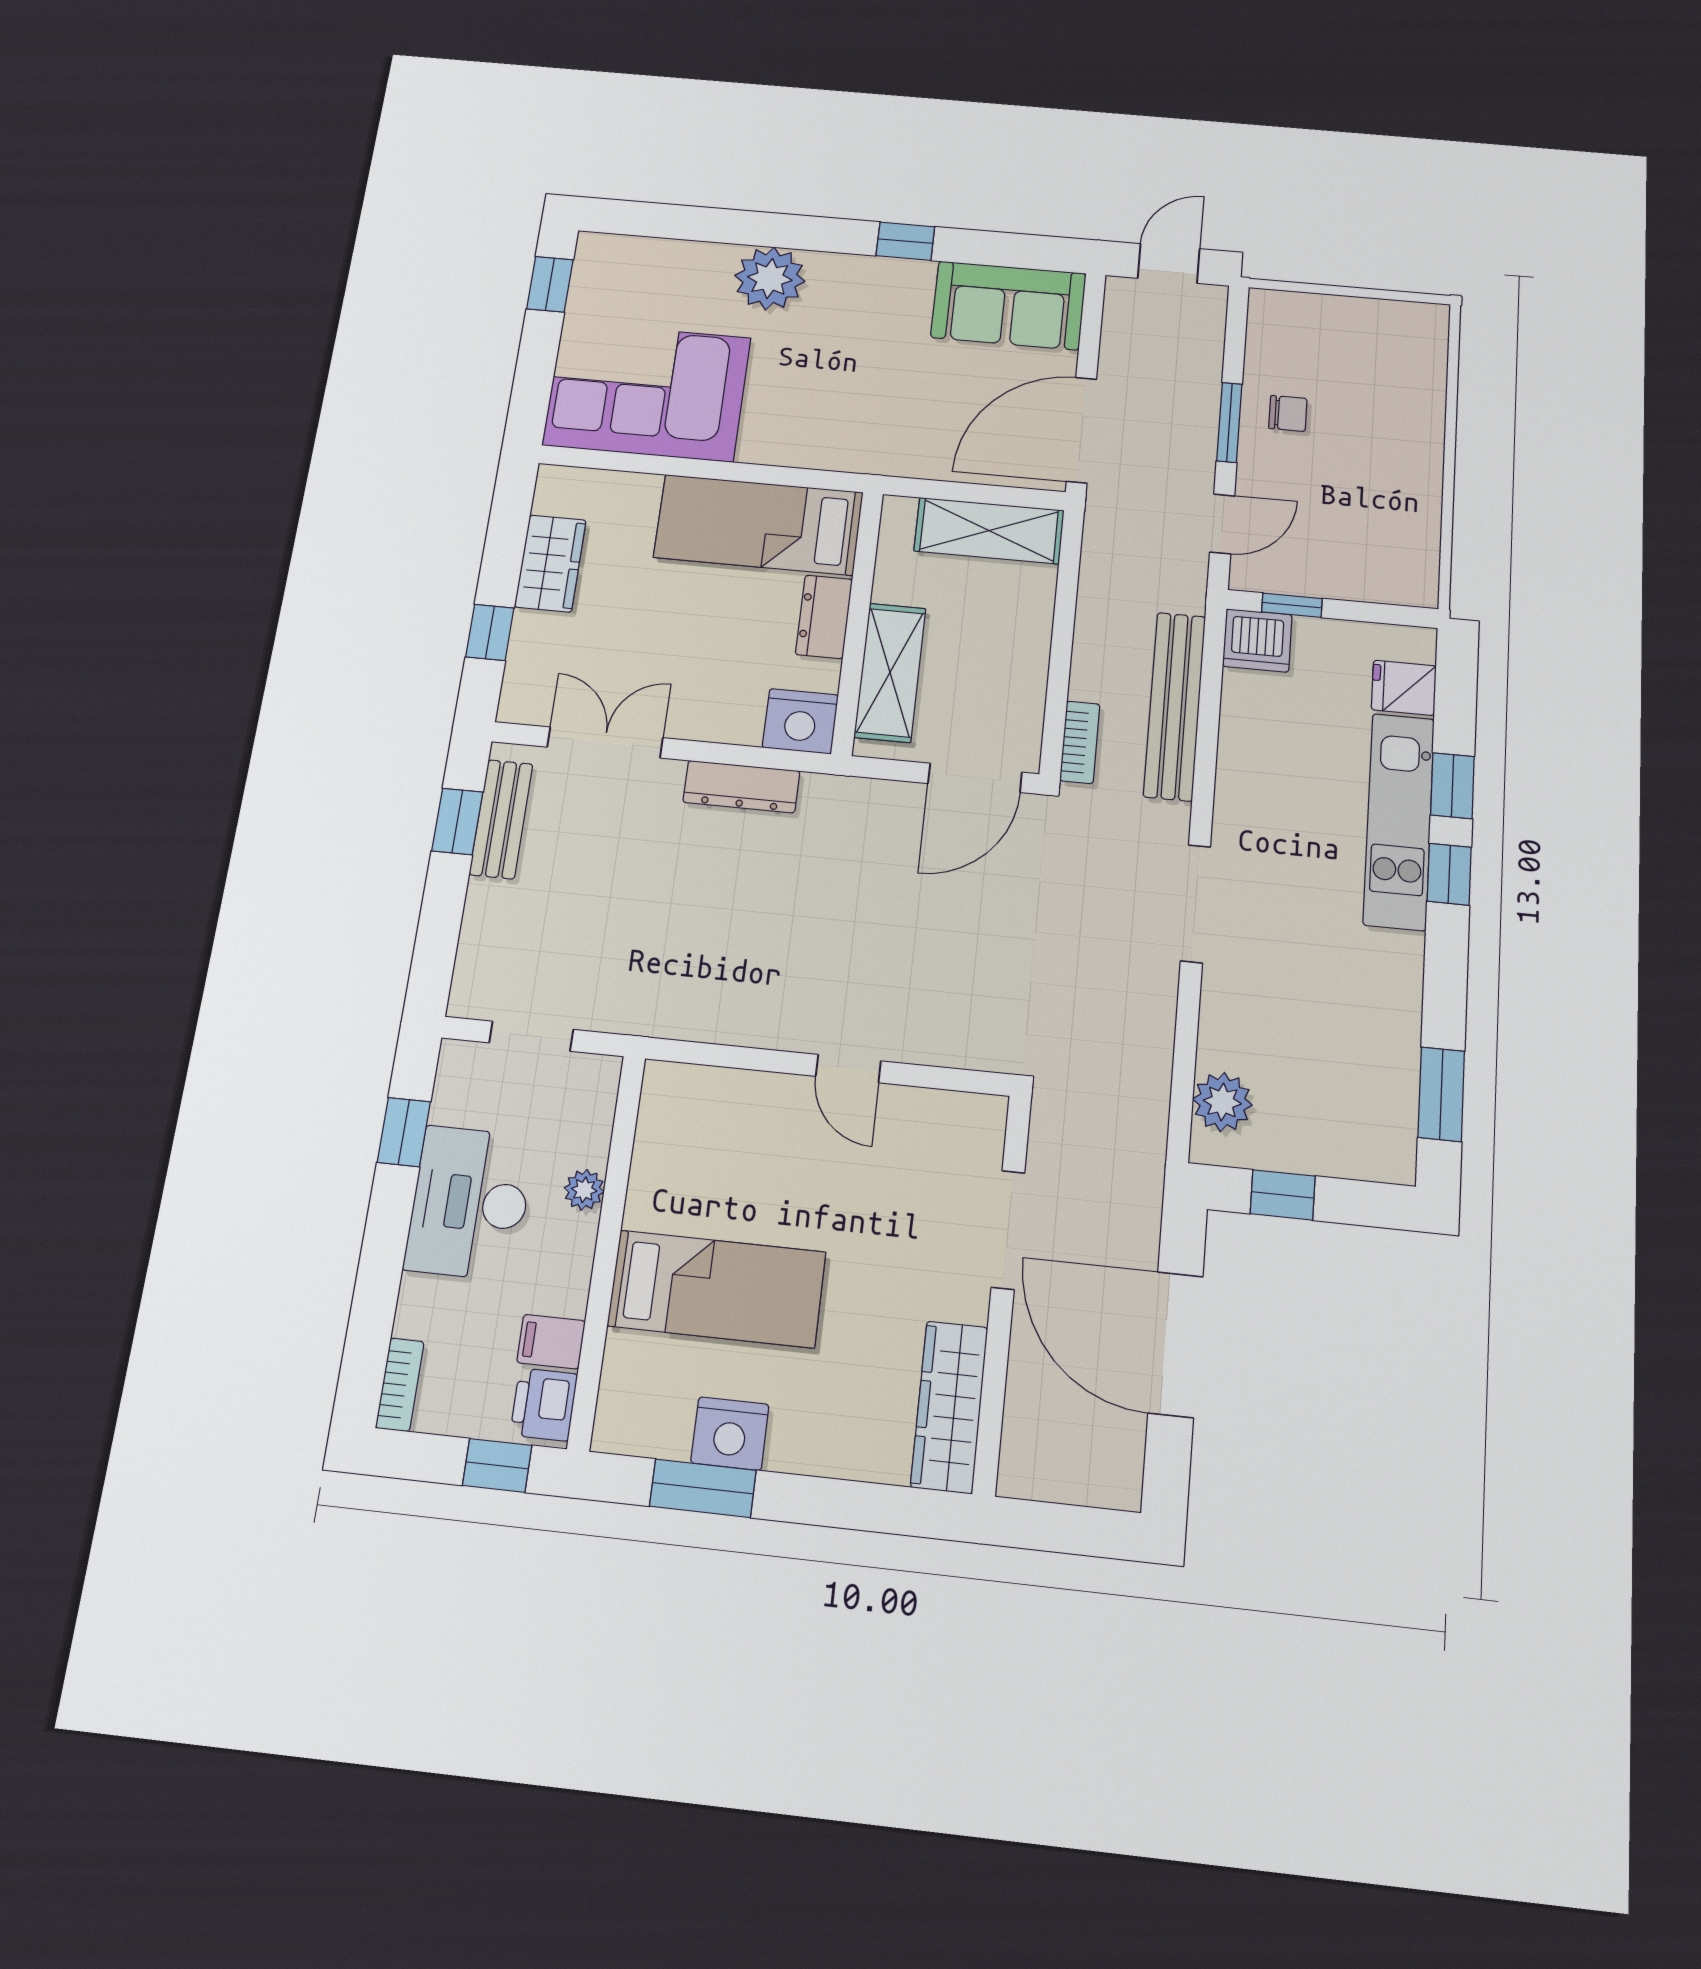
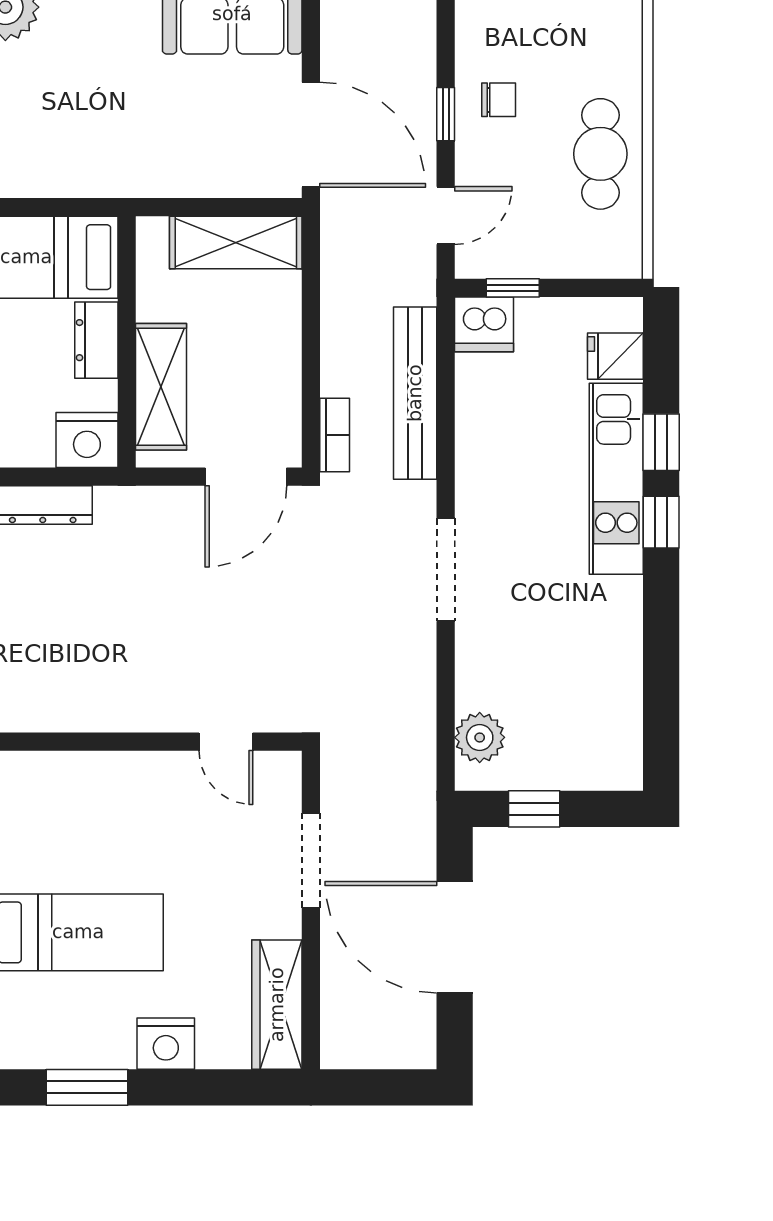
window: (1229, 422) -> (446, 114), width x0.67
door: (1081, 430) -> (311, 135), swing flipped
cafe table: (1396, 477) -> (600, 154), added
door: (848, 1069) -> (226, 742), moved
window: (1441, 1094) -> (661, 712), removed
nightstand: (730, 1434) -> (166, 1044), moved

